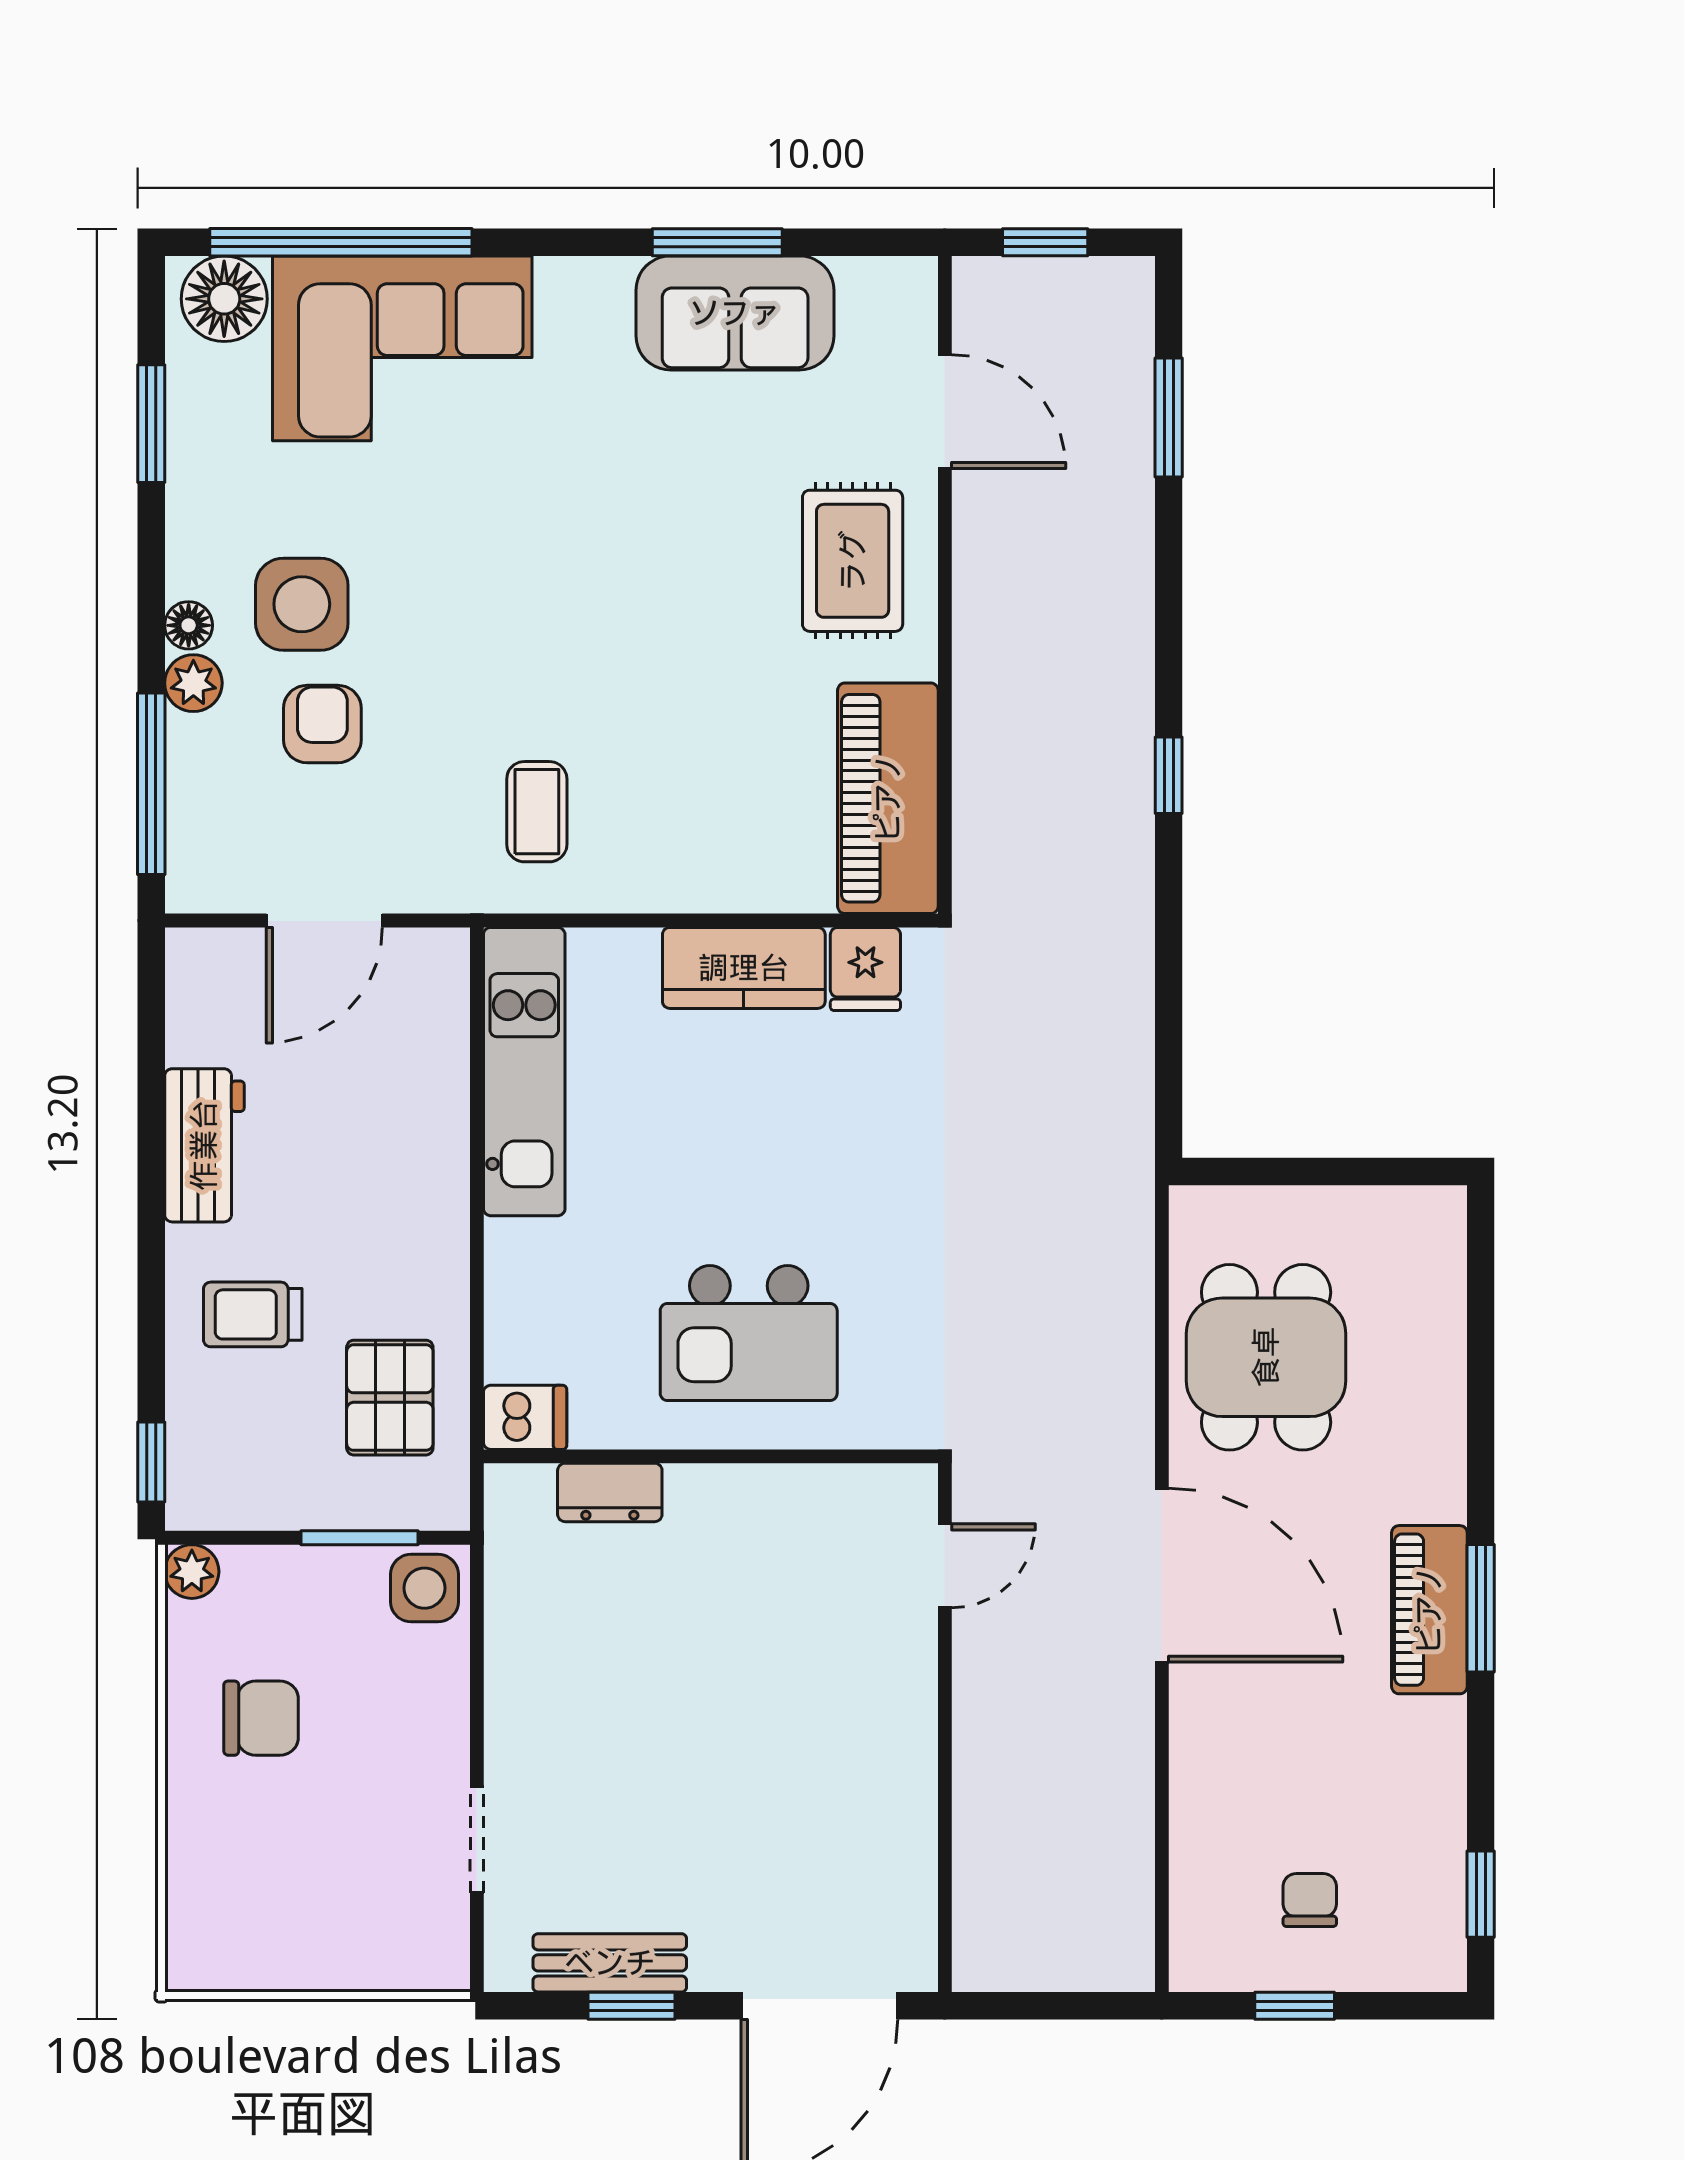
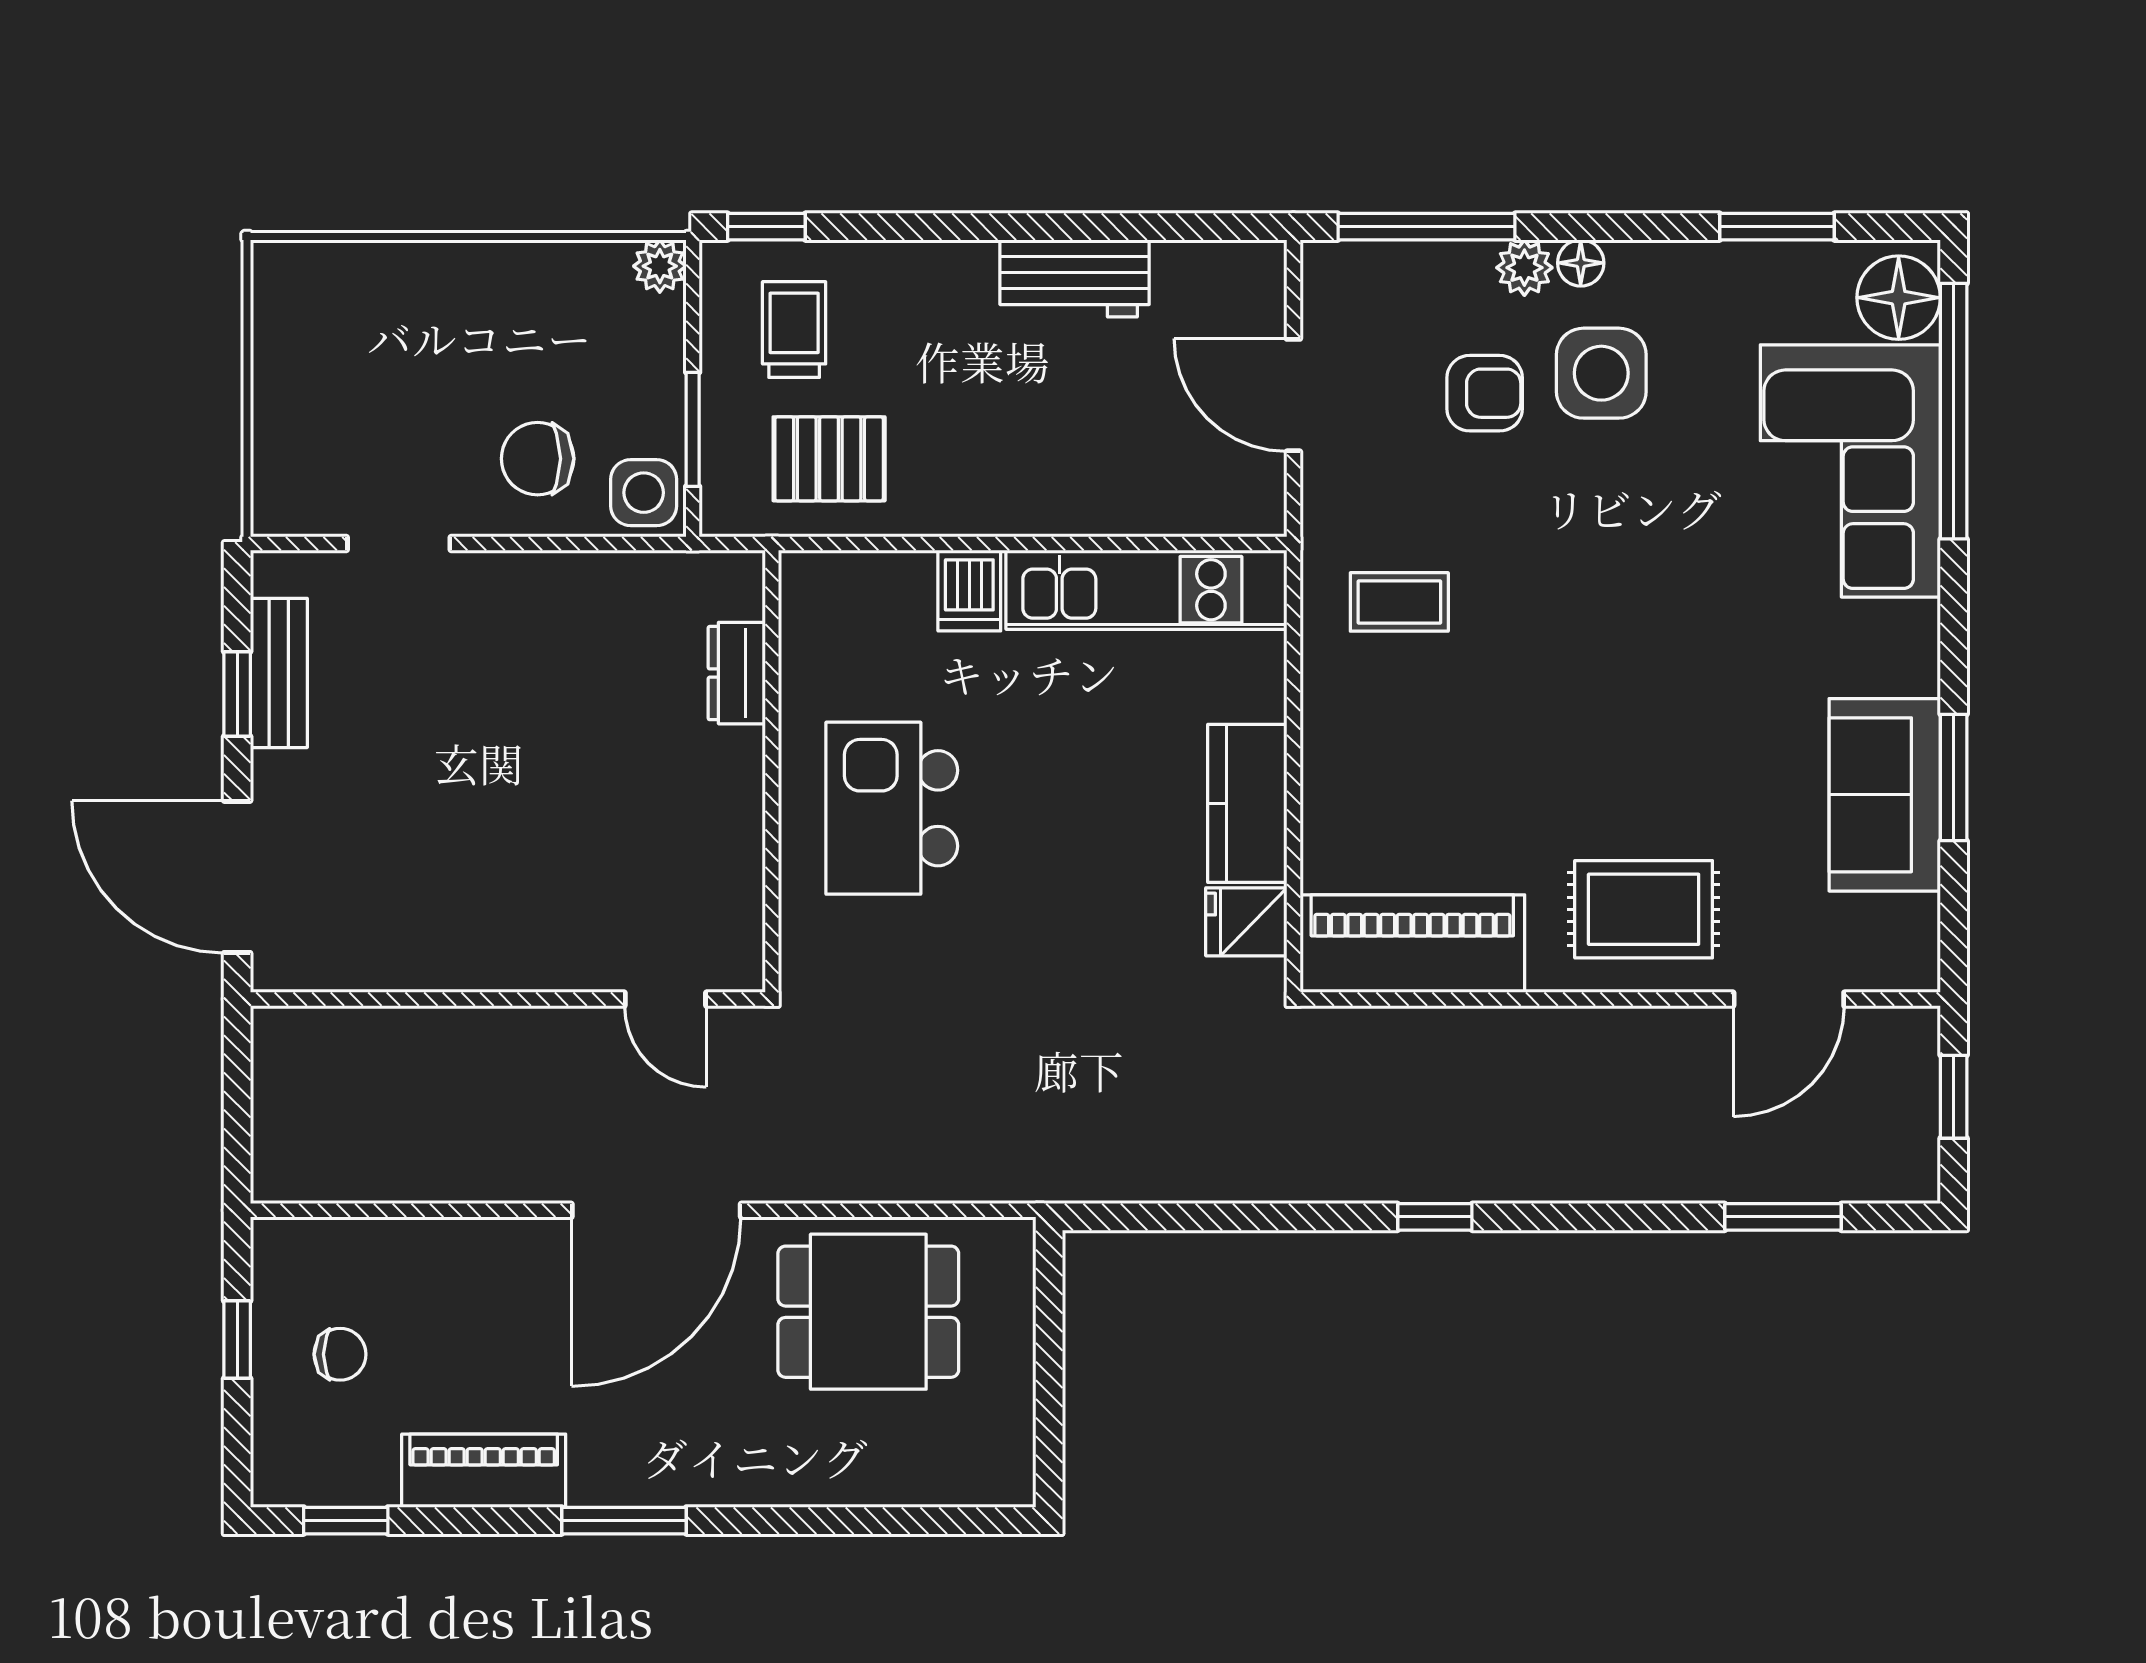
trolley: (253, 1314) -> (794, 330), moved
dishwasher: (525, 1417) -> (969, 591), moved
piano: (1429, 1610) -> (484, 1471), moved
chair: (261, 1718) -> (538, 459), moved, turned 90

